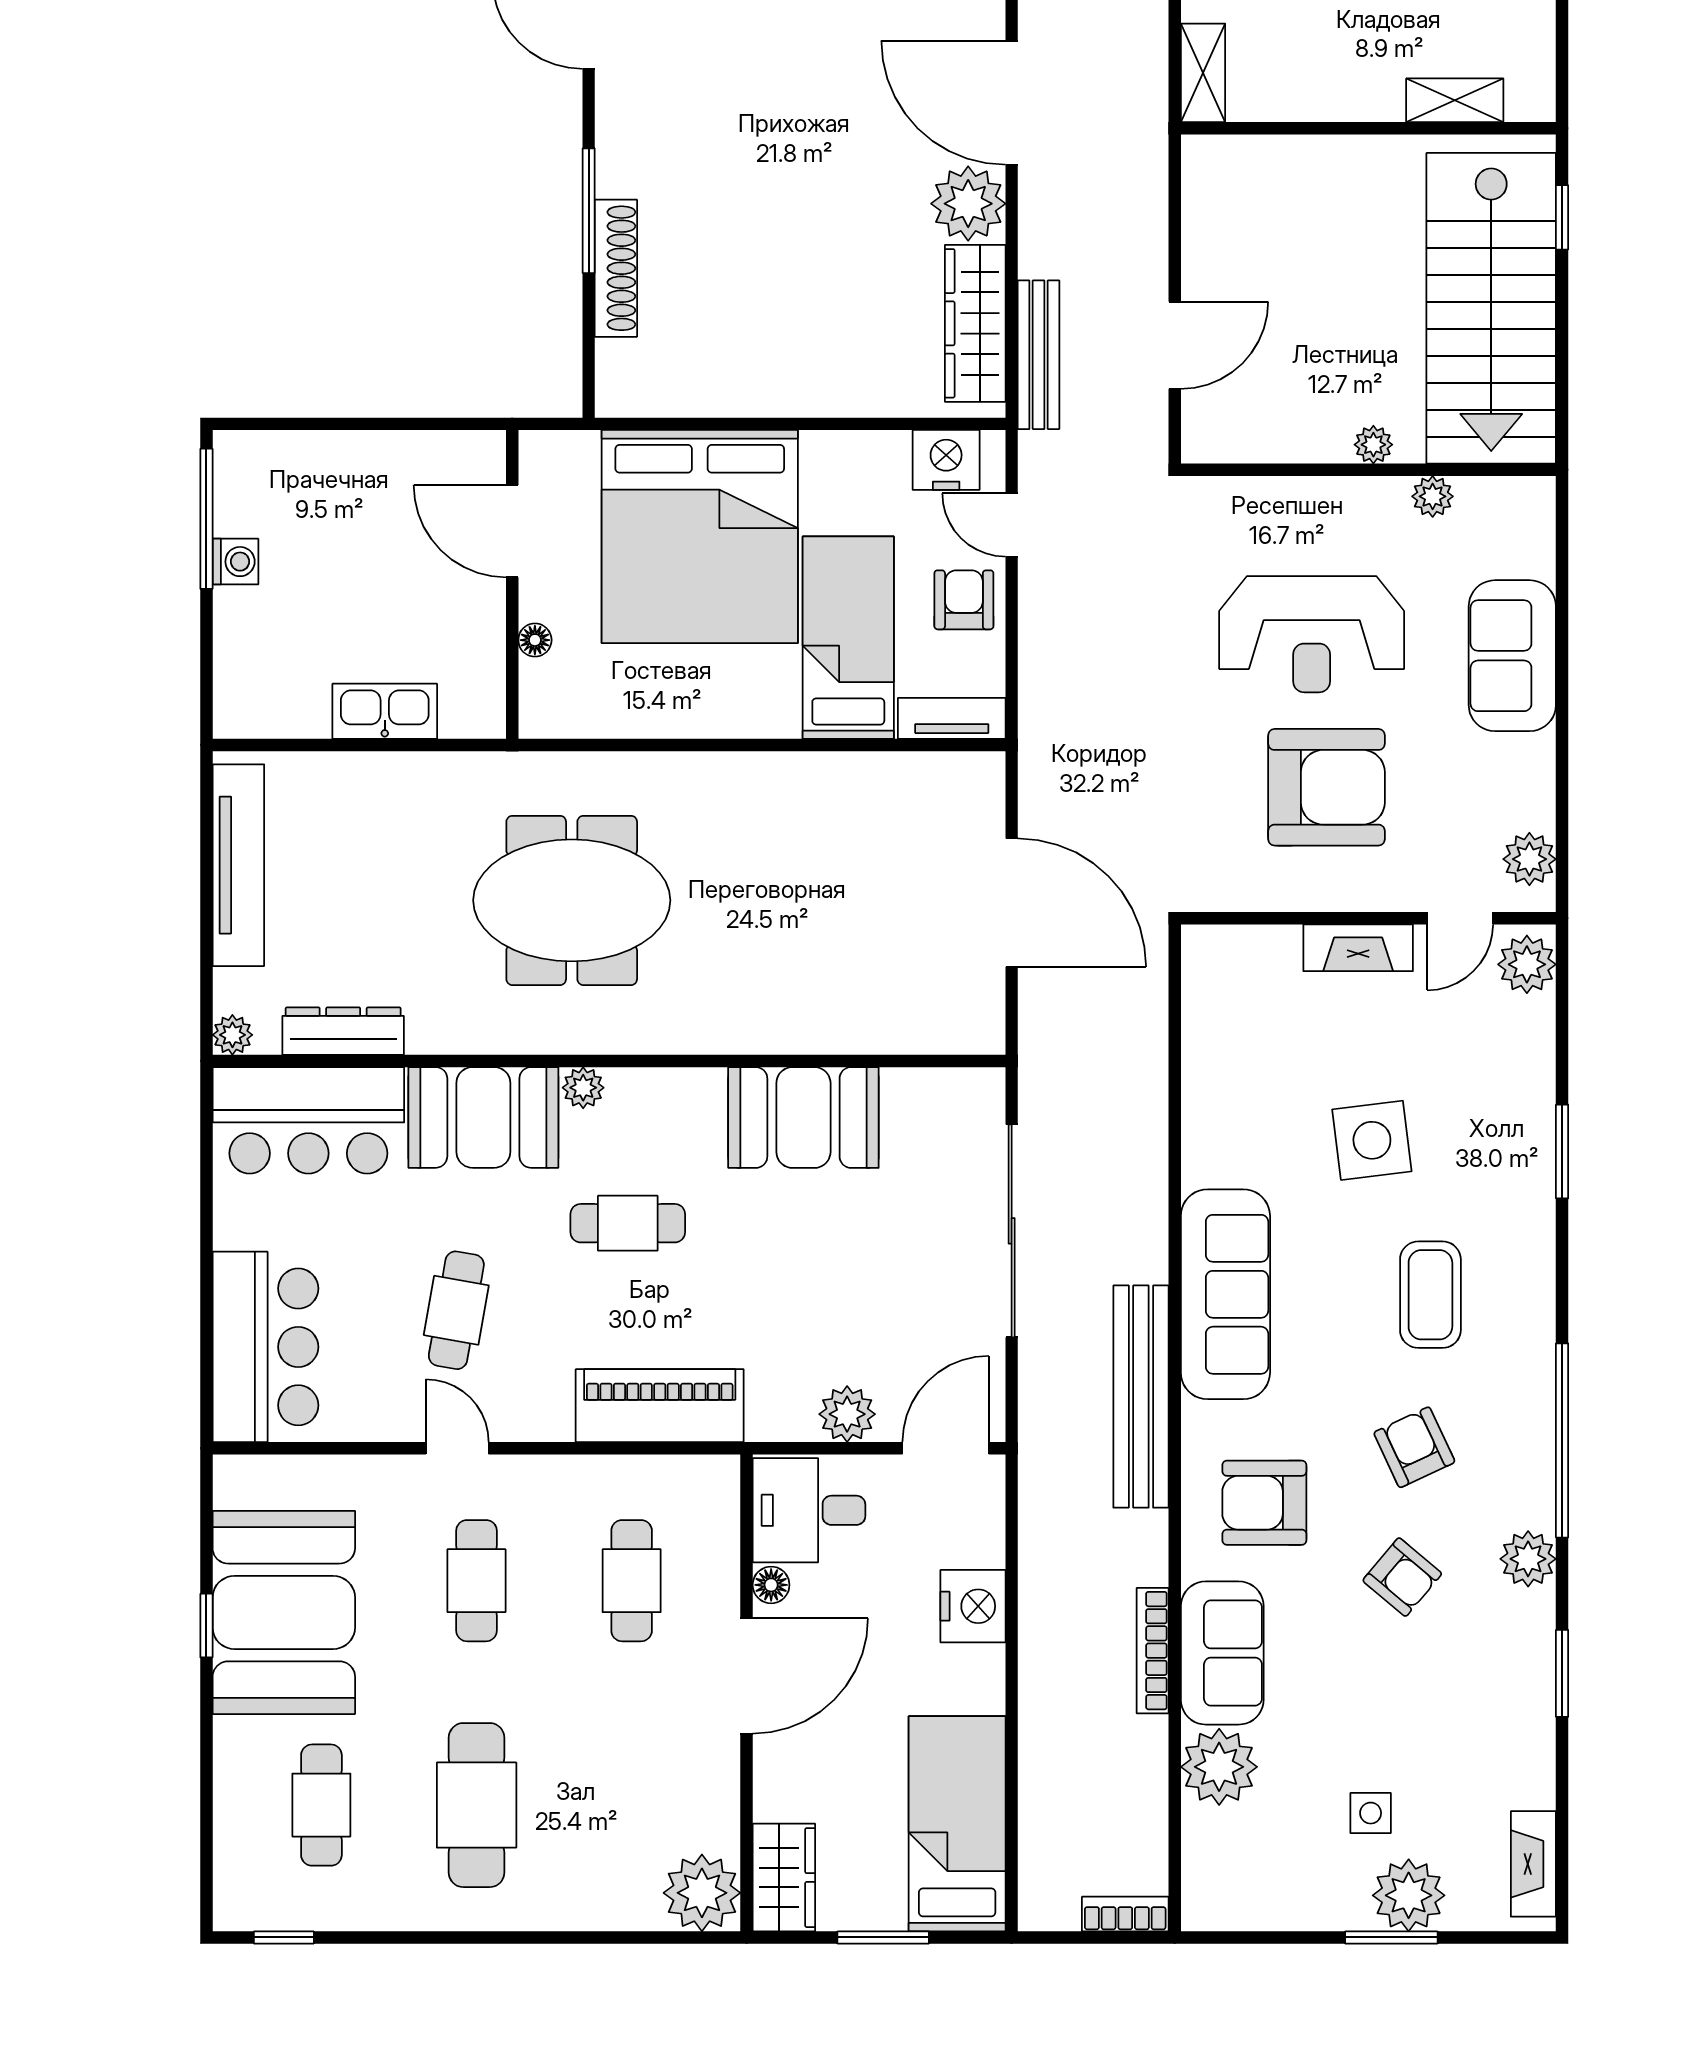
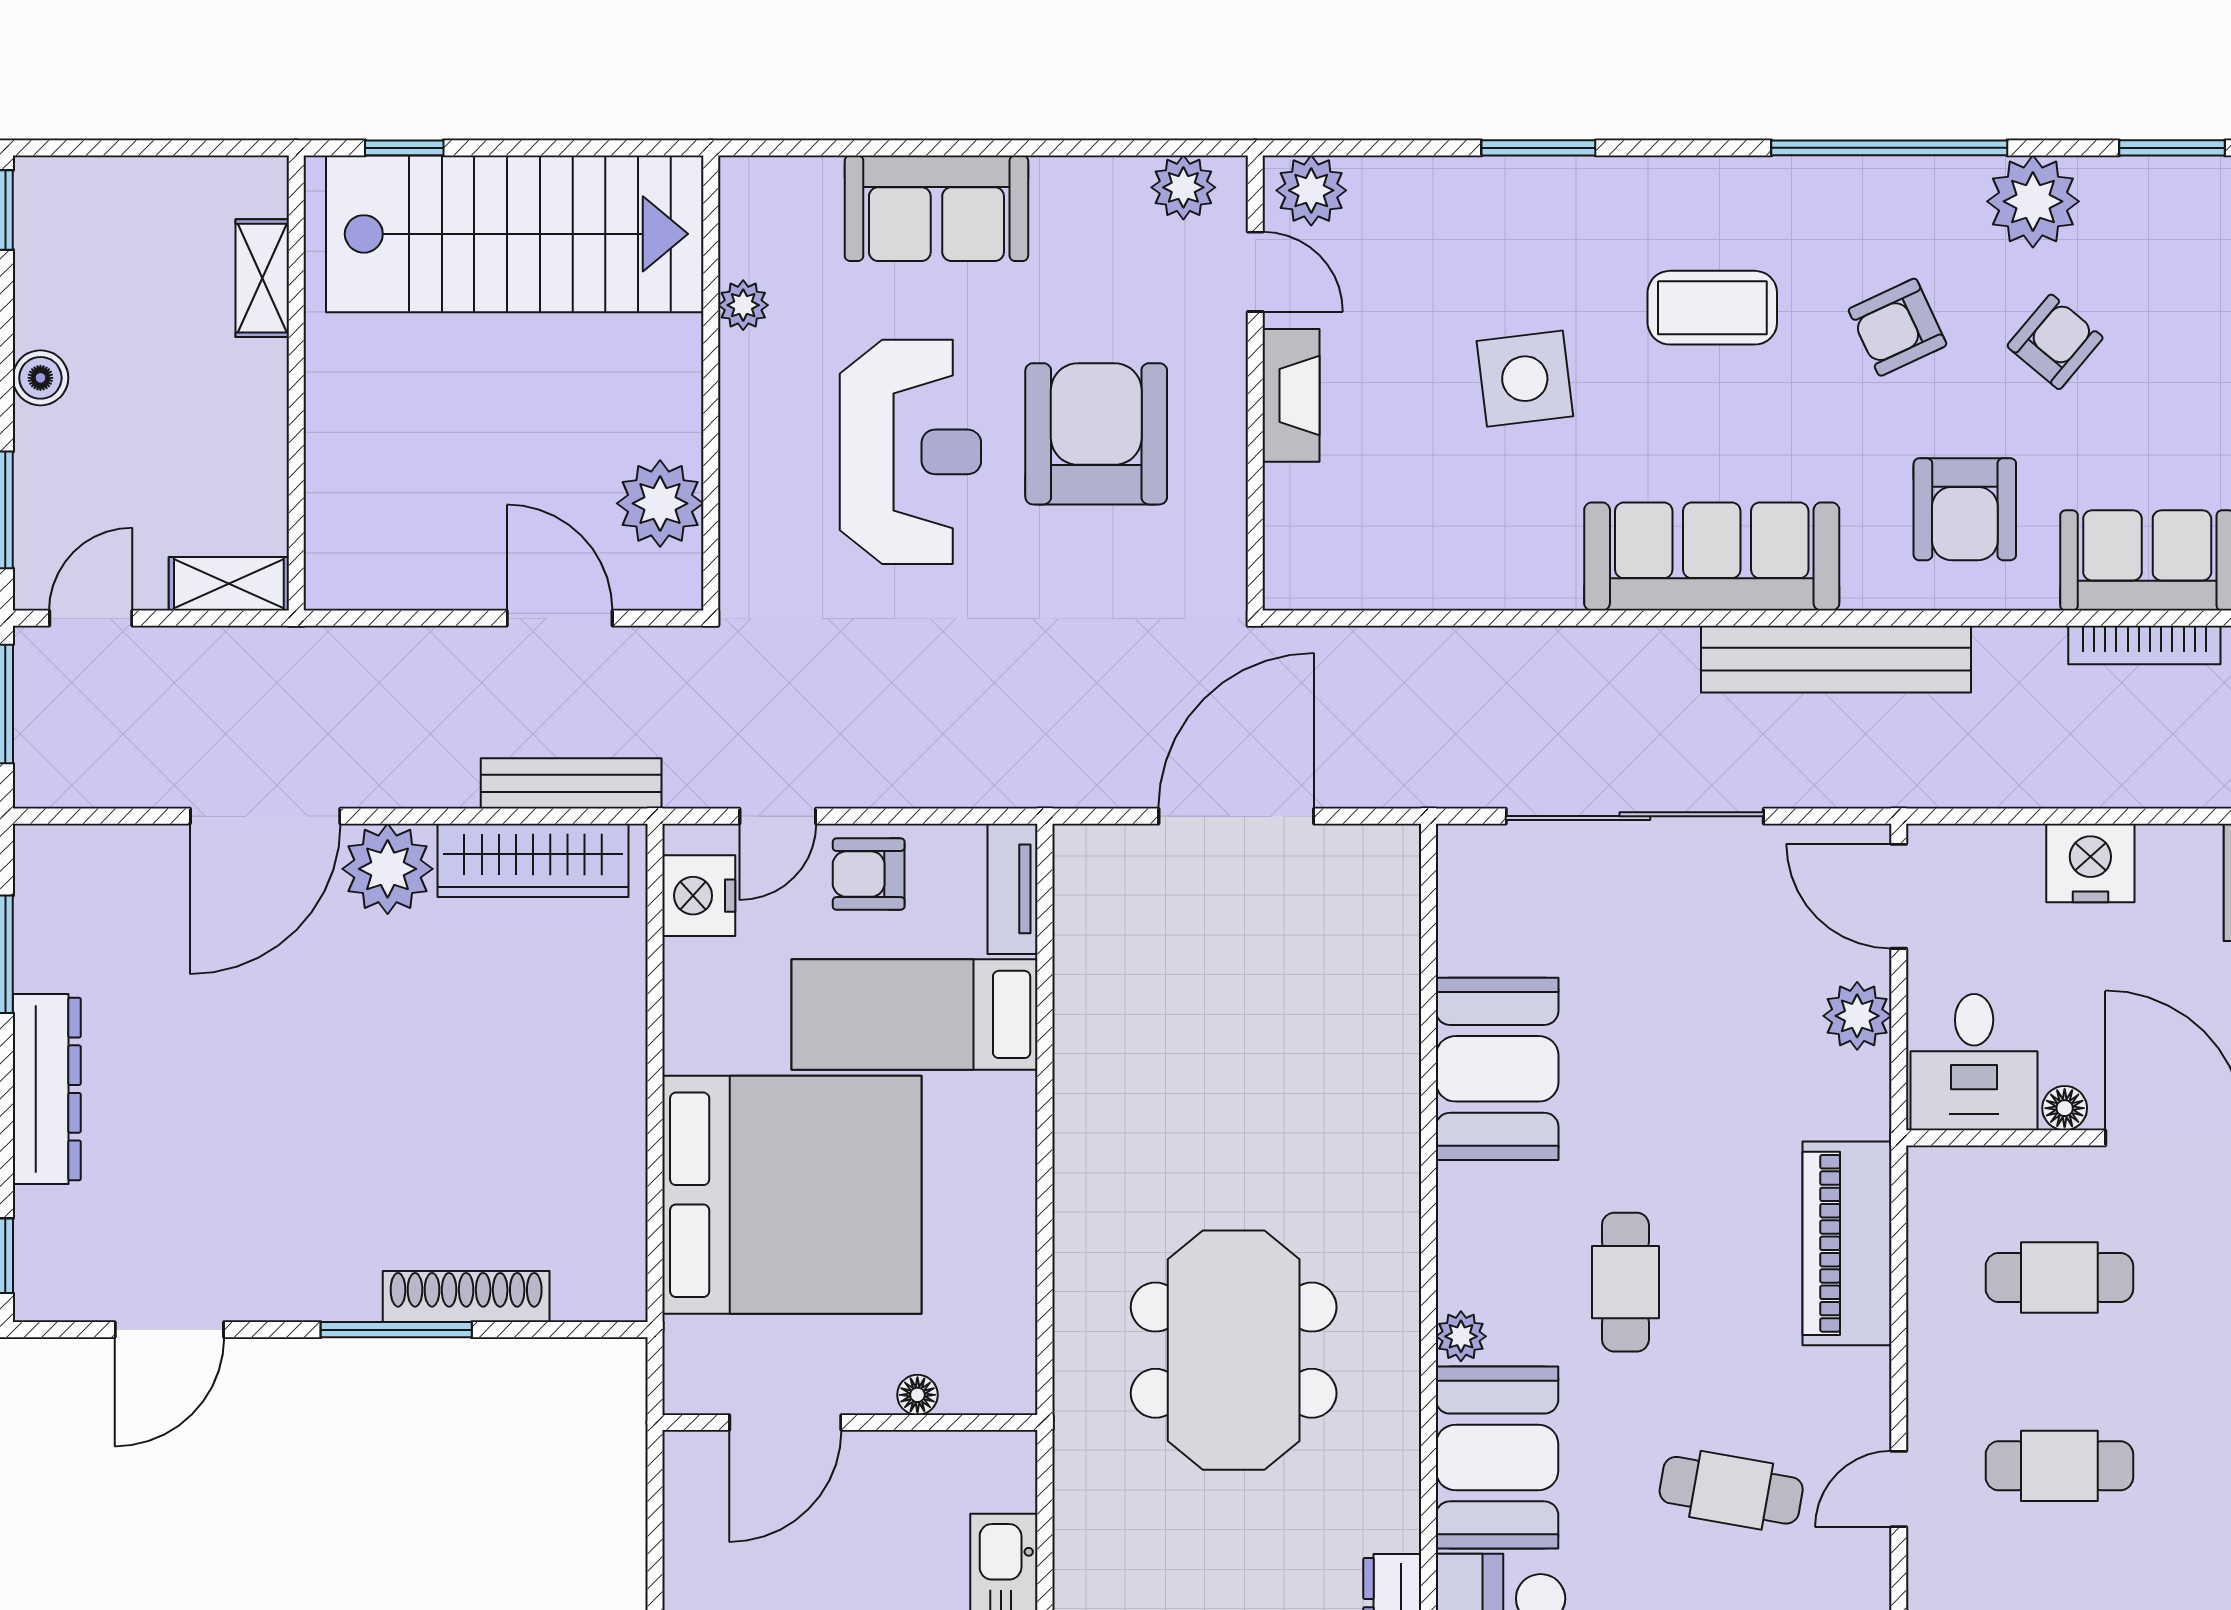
plant: (1373, 445) -> (660, 503), moved, width x1.87, depth x1.87
plant: (1528, 1559) -> (2033, 201), width x1.36, depth x1.36

